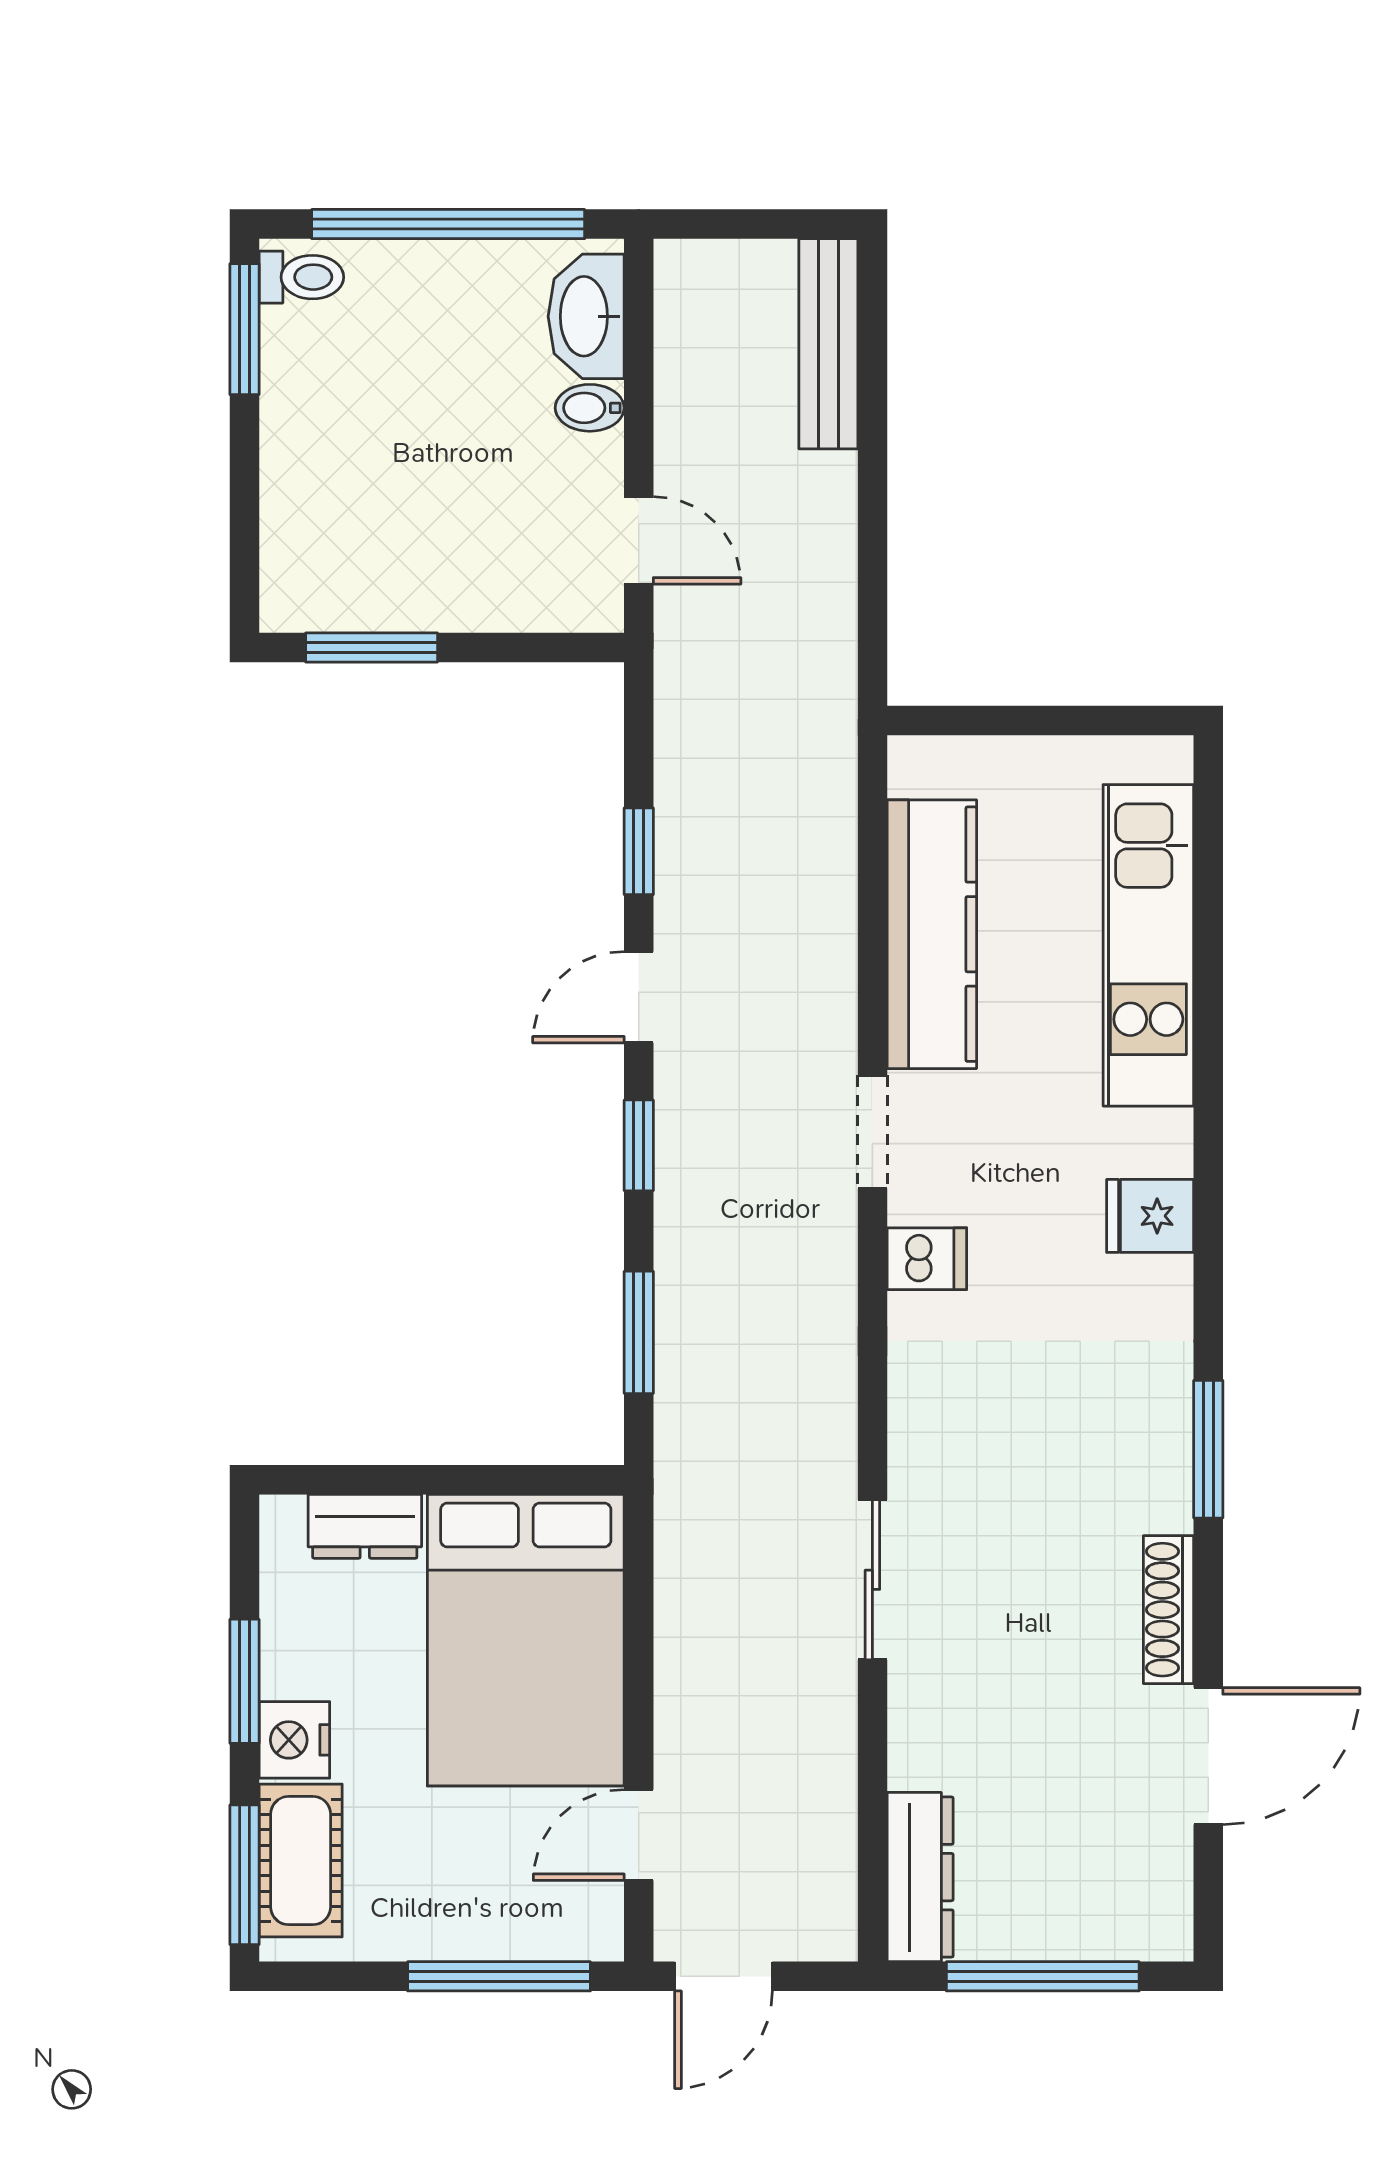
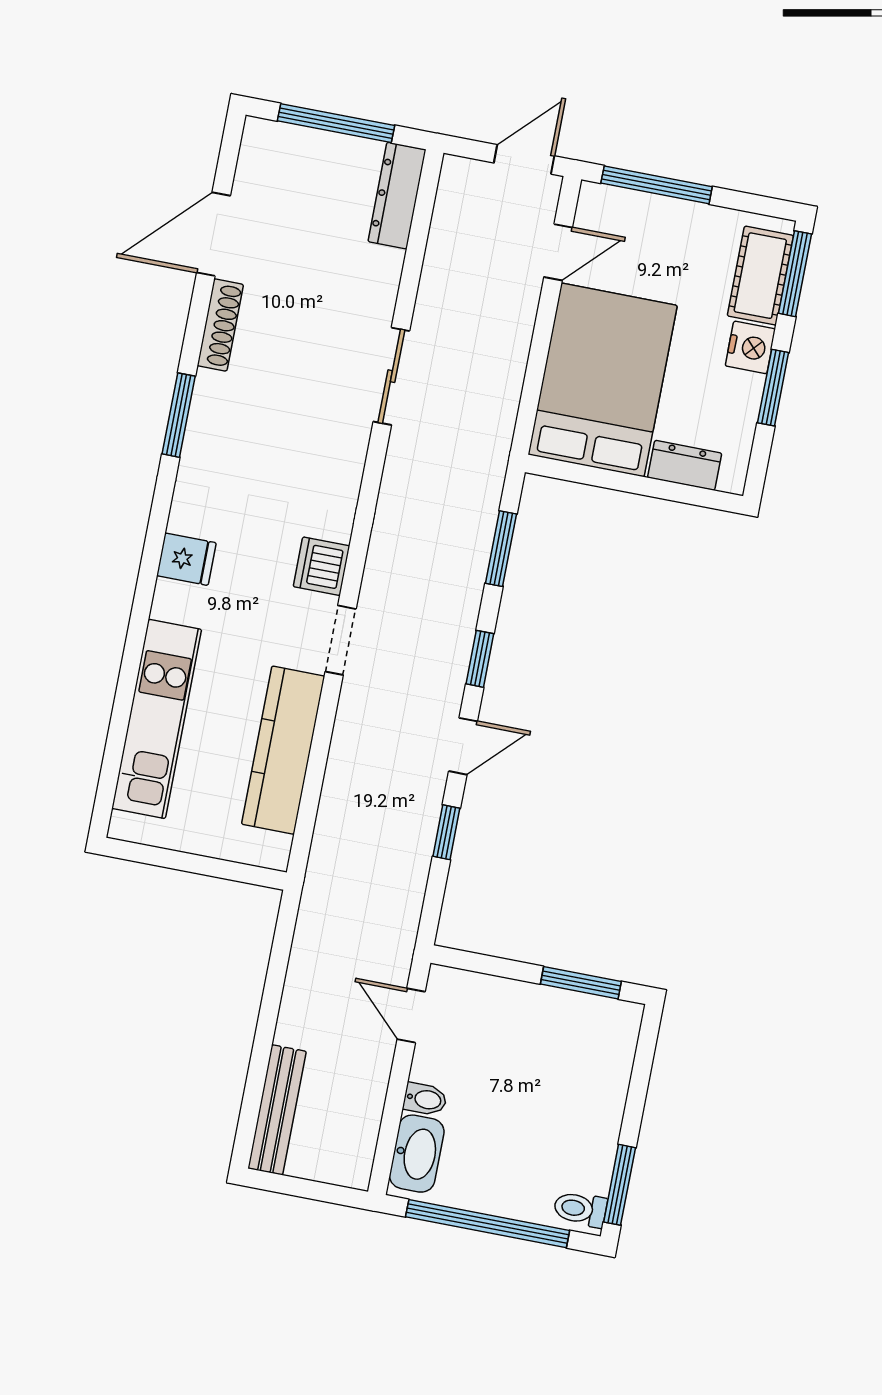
dishwasher: (927, 1259) -> (322, 566), width x1.38

